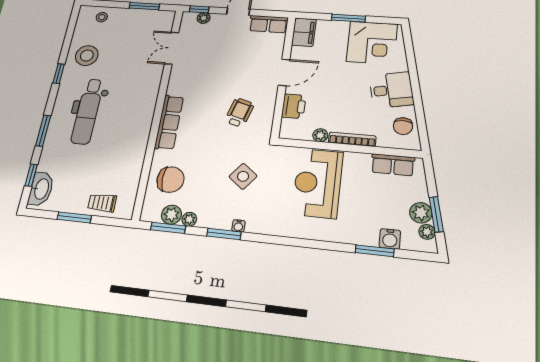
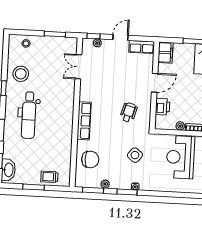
plant: (171, 215) -> (94, 182), removed

